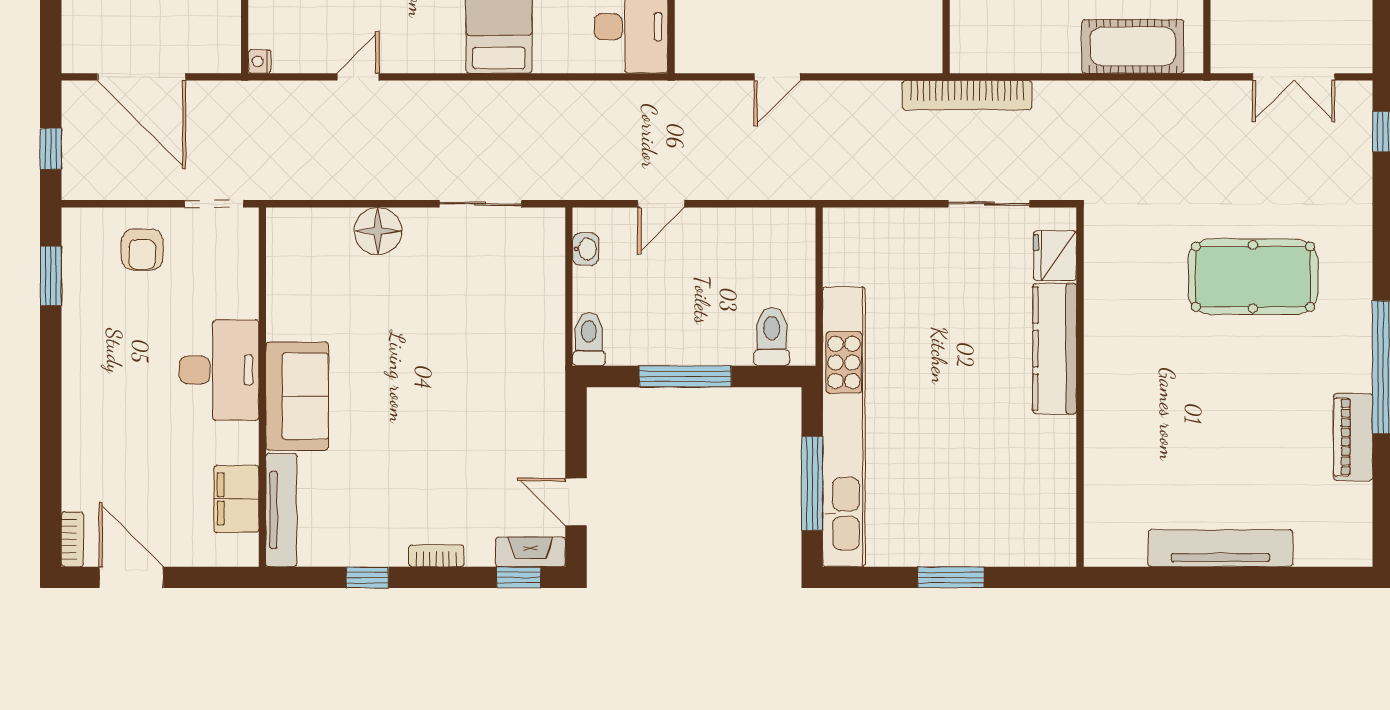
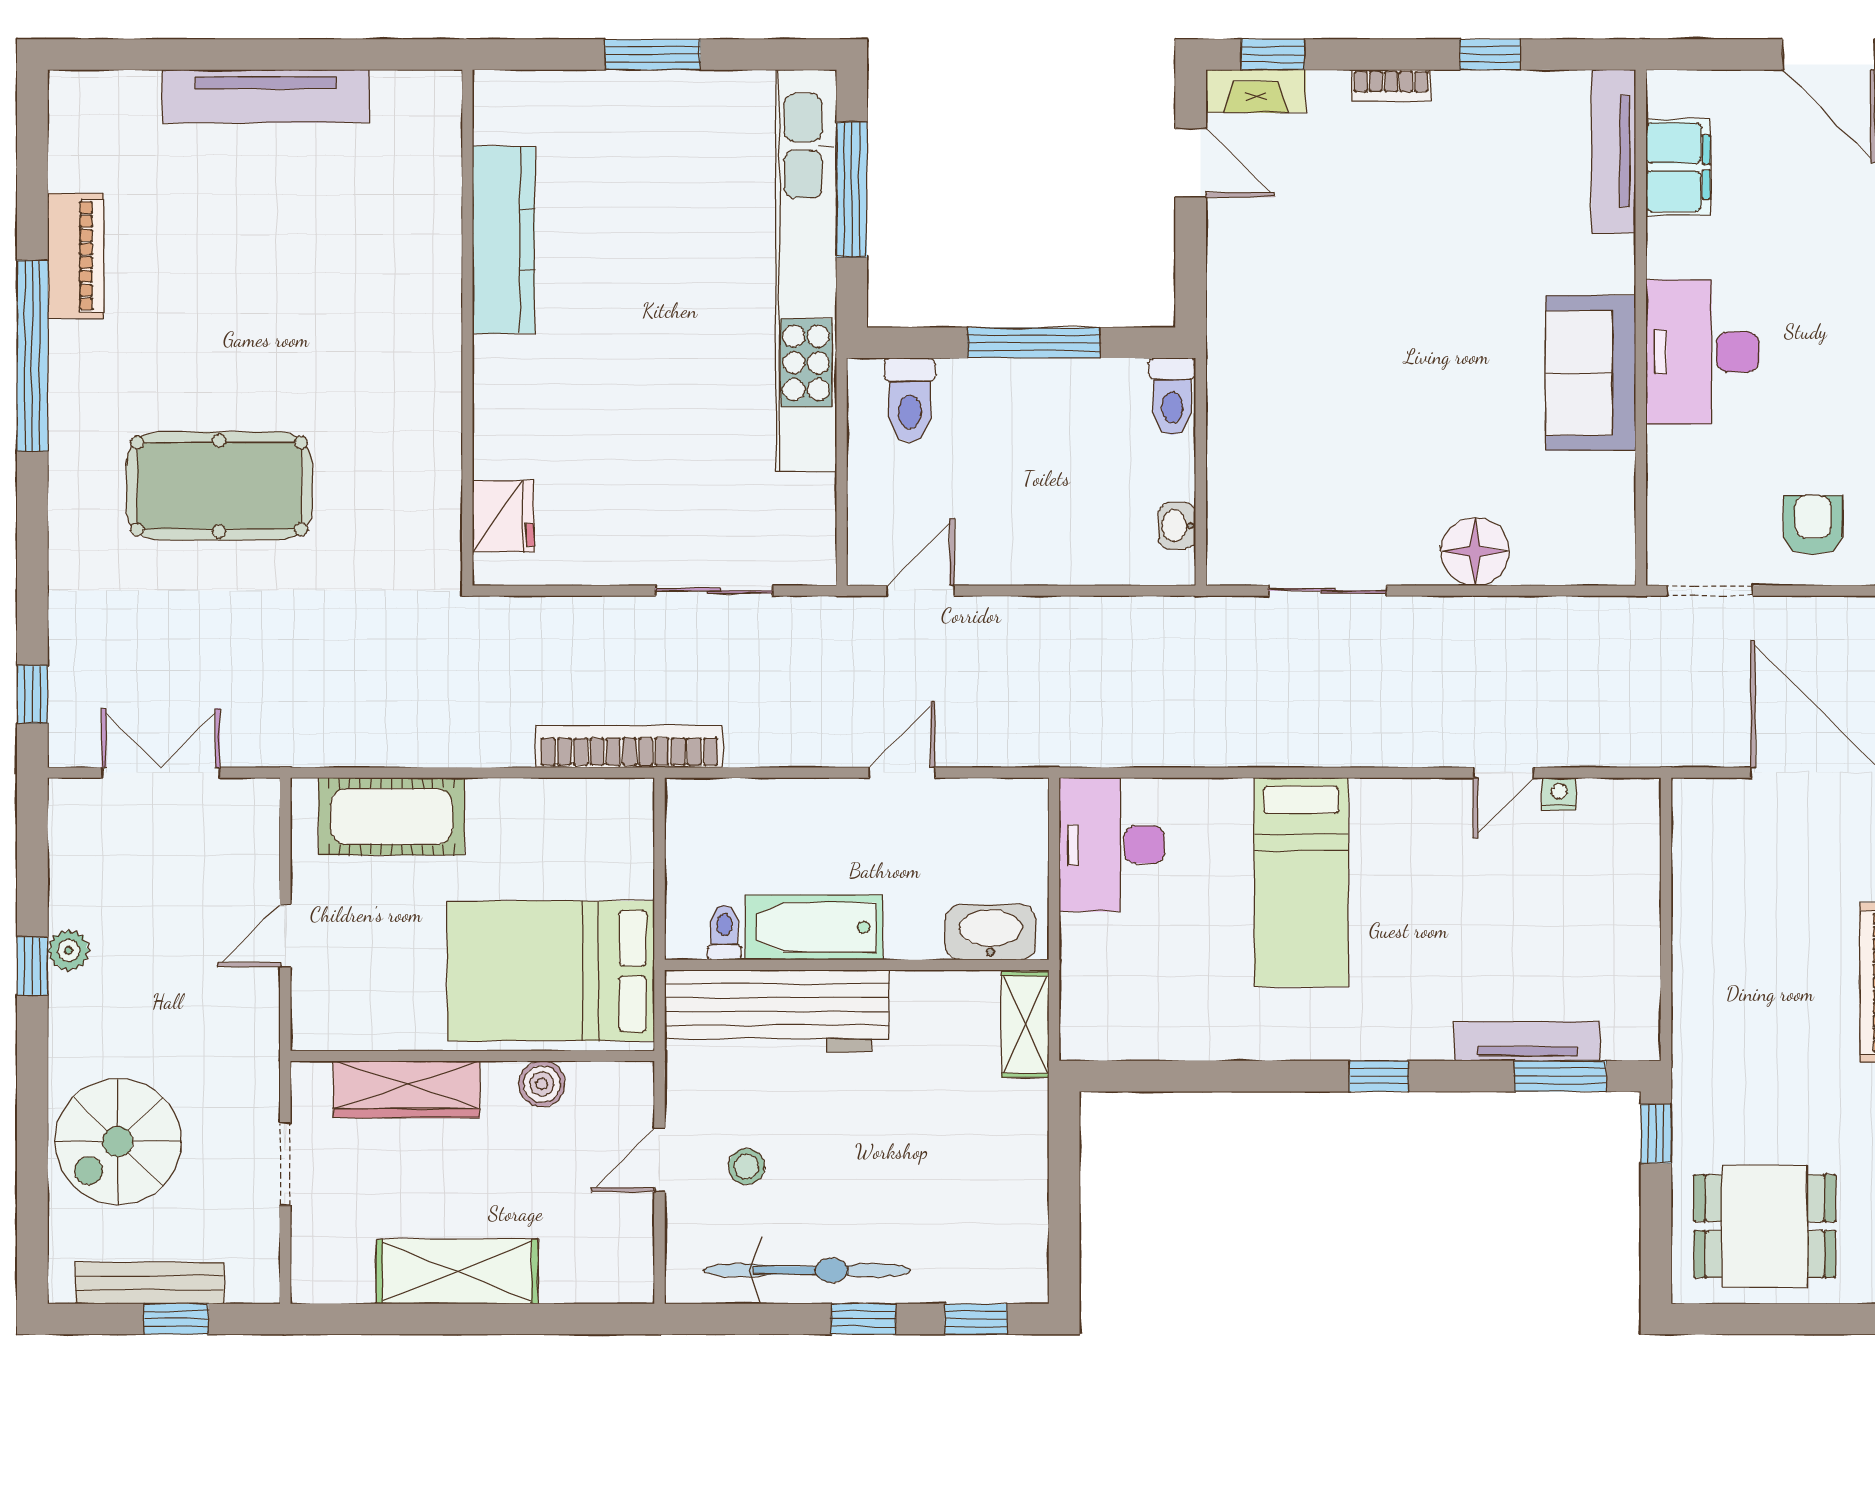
nightstand: (259, 61) -> (1559, 794), moved, turned -90
door: (661, 204) -> (921, 591), moved
sliding door: (989, 204) -> (714, 591), moved
kitchen counter: (1055, 349) -> (504, 240), moved
sofa: (297, 396) -> (1591, 373), moved

